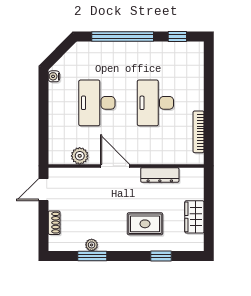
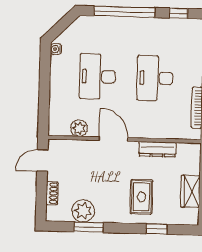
rug: (145, 224) -> (141, 197), turned 90
plant: (92, 245) -> (83, 211), width x1.87, depth x1.87

